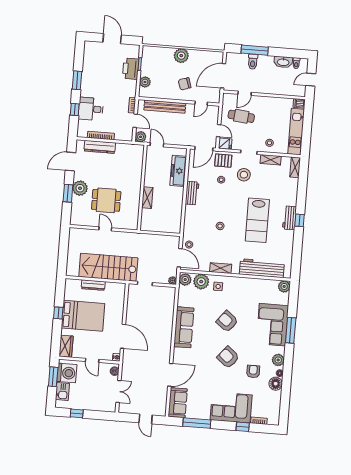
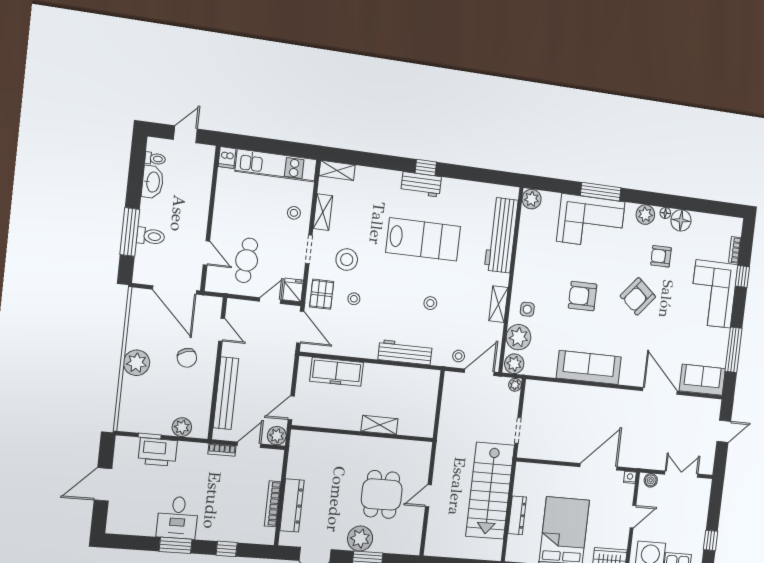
door: (311, 80) -> (185, 134), swing flipped
desk: (91, 109) -> (178, 518), moved
workbench: (192, 193) -> (405, 352), moved, width x1.37
armchair: (227, 321) -> (583, 296), turned 52

